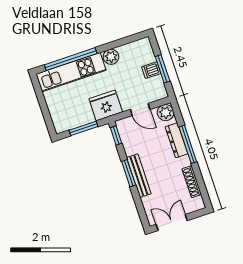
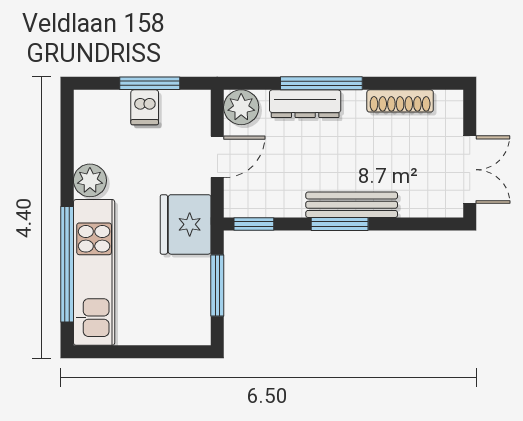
double door: (172, 222) -> (470, 170), swing flipped

